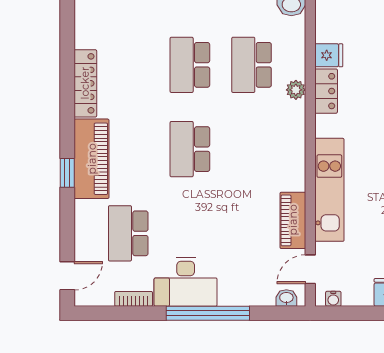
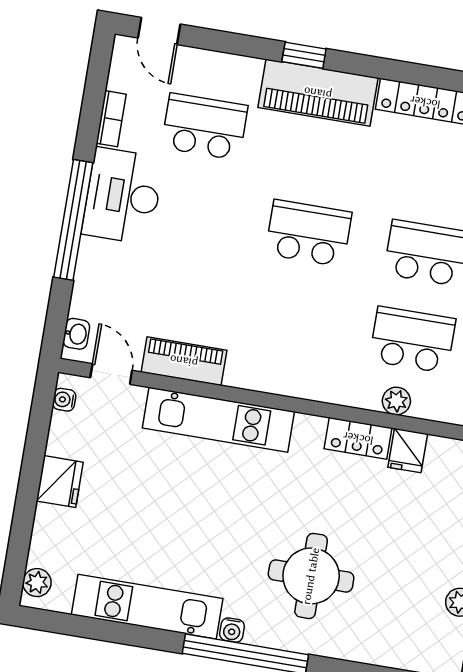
plant: (296, 90) -> (396, 401), moved

